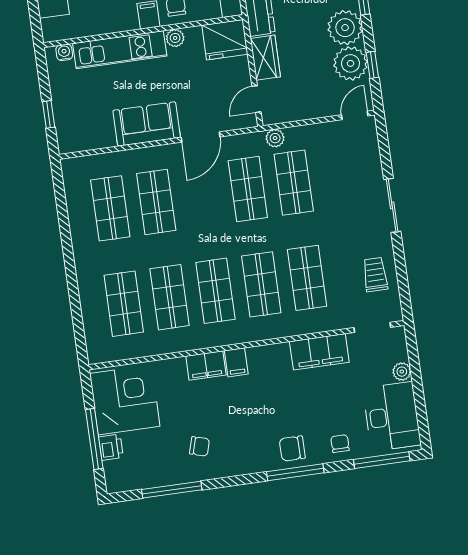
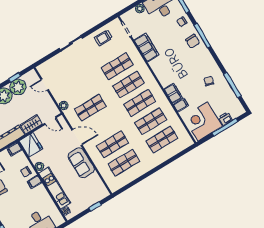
door: (355, 115) -> (45, 84), moved
shop shelf: (294, 183) -> (79, 89), removed
filing cabinet: (236, 362) -> (181, 105), moved

